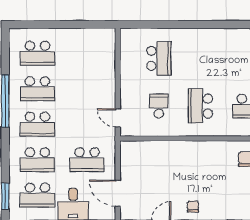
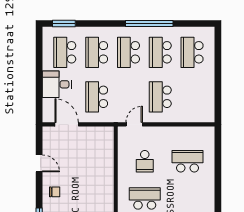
school desk: (159, 58) -> (188, 161), turned 180
school desk: (87, 89) -> (160, 97), added
school desk: (159, 106) -> (145, 161), turned 90
door: (118, 193) -> (67, 124), hinge flipped

